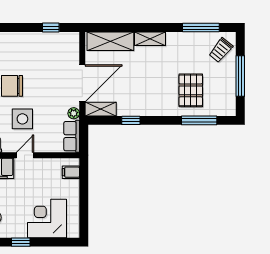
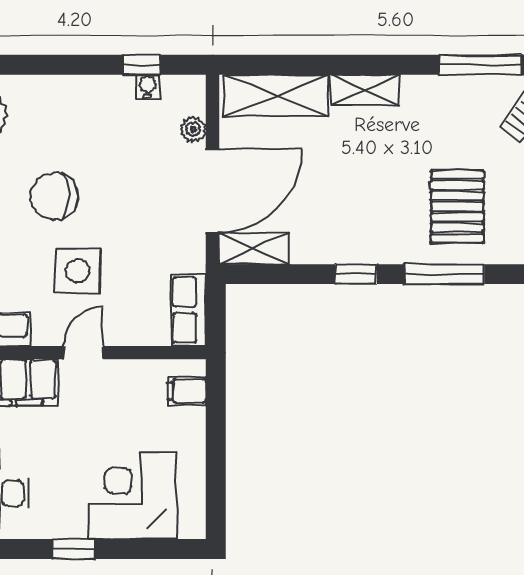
water cooler: (53, 37) -> (148, 86), added
plant: (74, 113) -> (193, 129), moved
window: (131, 120) -> (356, 274), moved
window: (199, 120) -> (444, 274), moved

